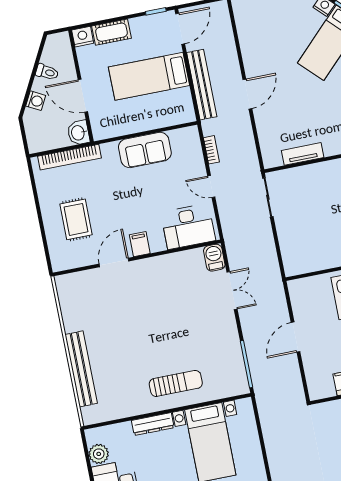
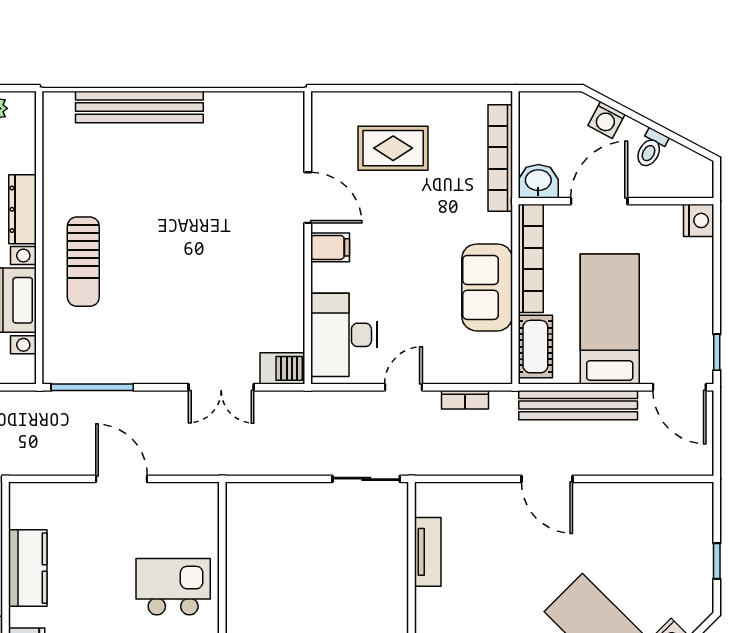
cot: (111, 32) -> (535, 347), moved
bookcase: (123, 128) -> (531, 258), added

